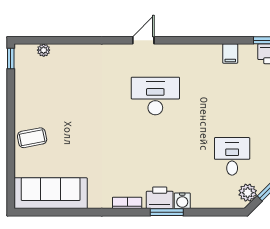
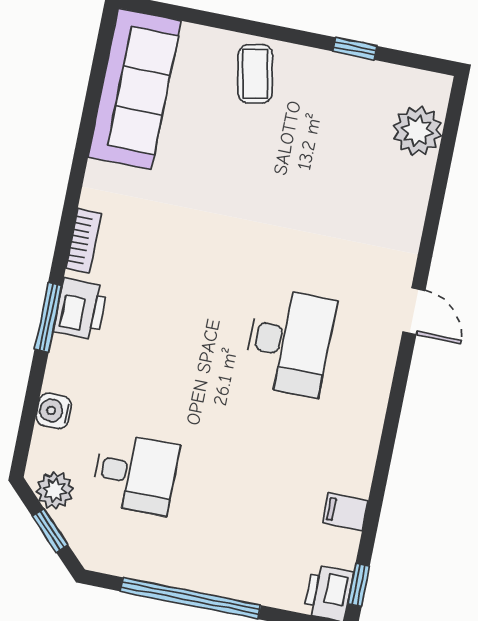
door: (143, 40) -> (414, 311), moved
plant: (44, 50) -> (417, 131), width x1.88, depth x1.88
window: (11, 58) -> (355, 49), moved
water cooler: (182, 201) -> (54, 411), moved

